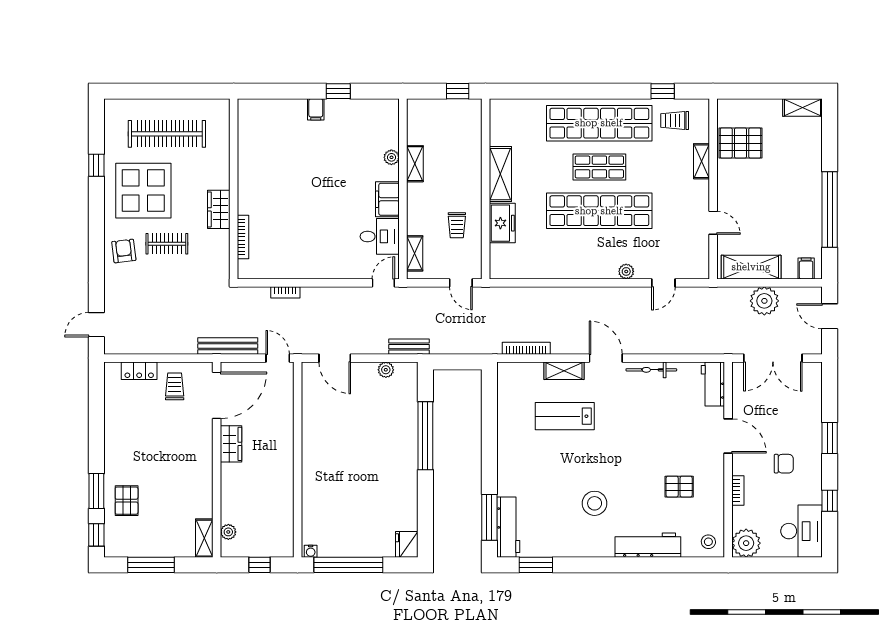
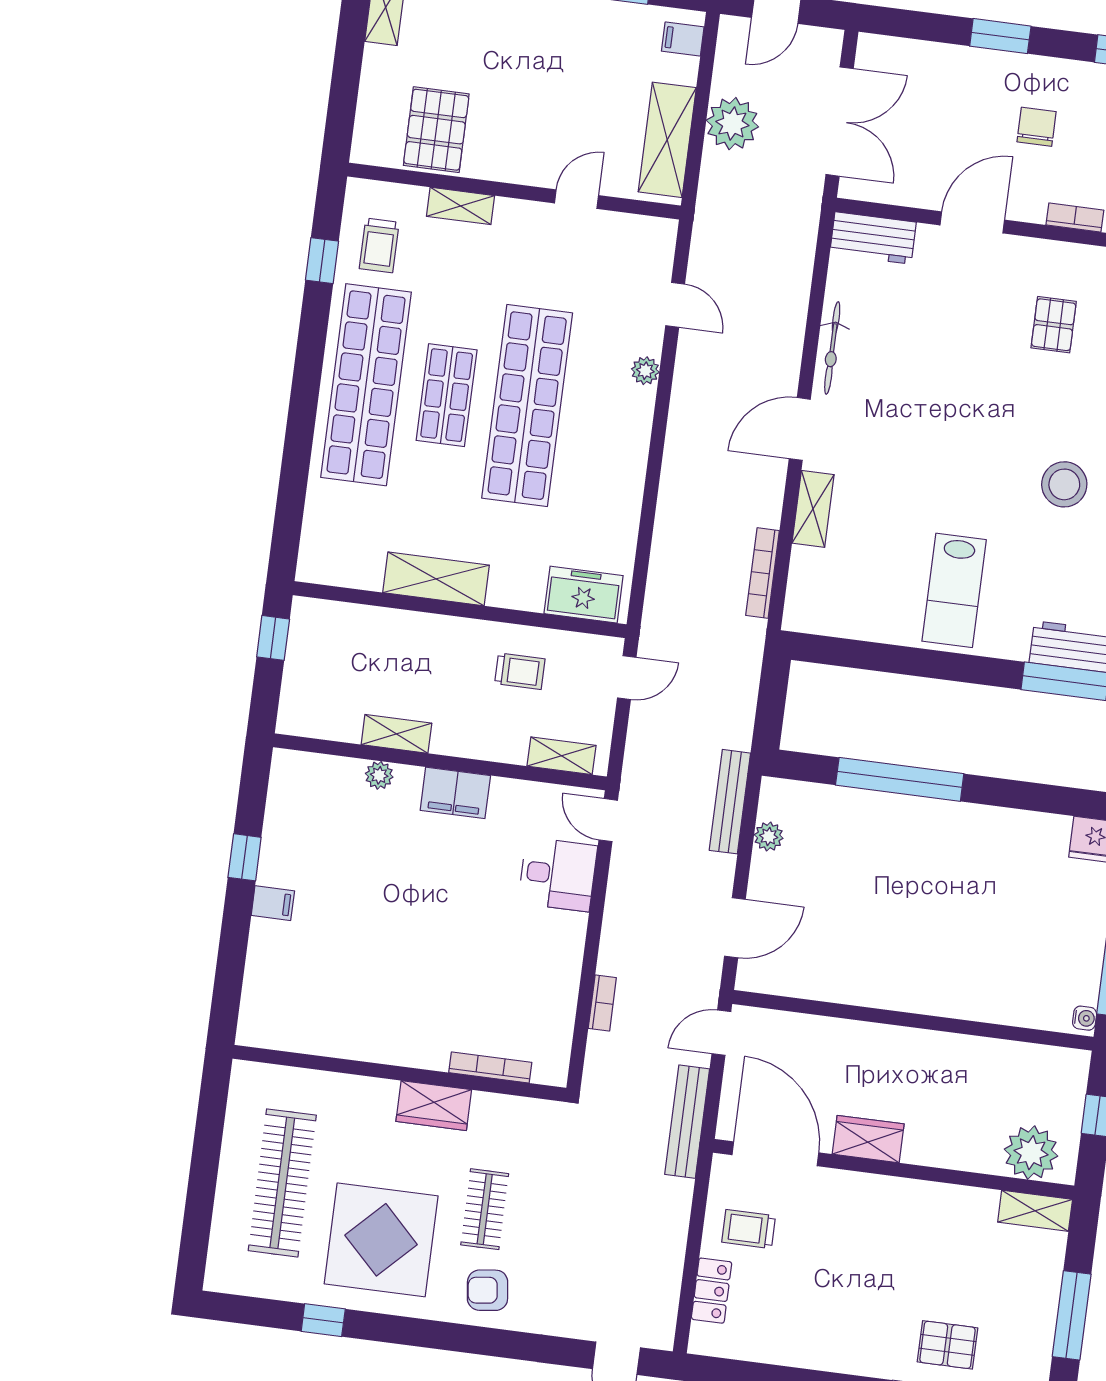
freezer: (502, 223) -> (584, 595), moved
desk: (380, 236) -> (558, 874), moved, turned 90
bench: (409, 347) -> (730, 802), width x1.36
lab bench: (565, 416) -> (954, 590), moved
plant: (228, 532) -> (1031, 1153), width x1.87, depth x1.87

